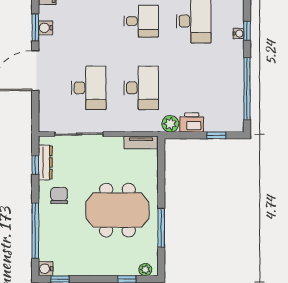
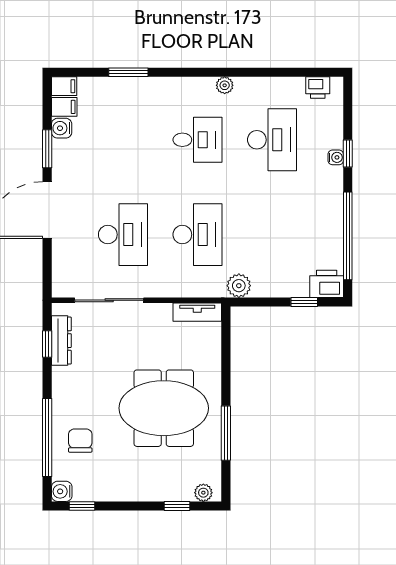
water cooler: (45, 28) -> (62, 128), moved
printer: (192, 123) -> (327, 284), moved
chair: (59, 195) -> (80, 441), moved

